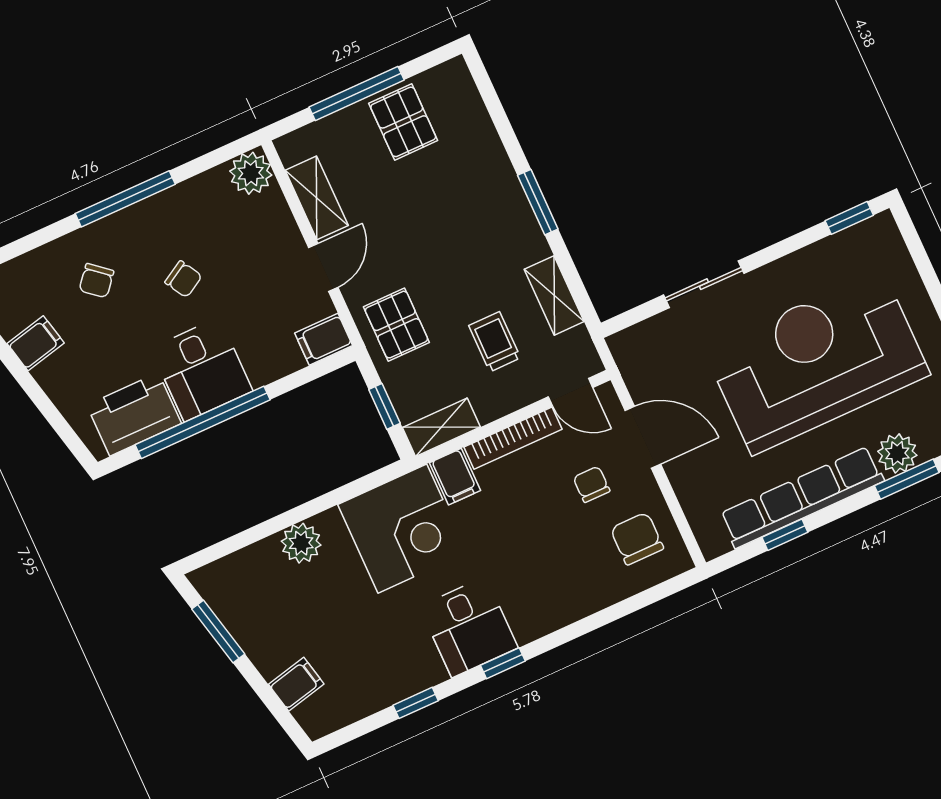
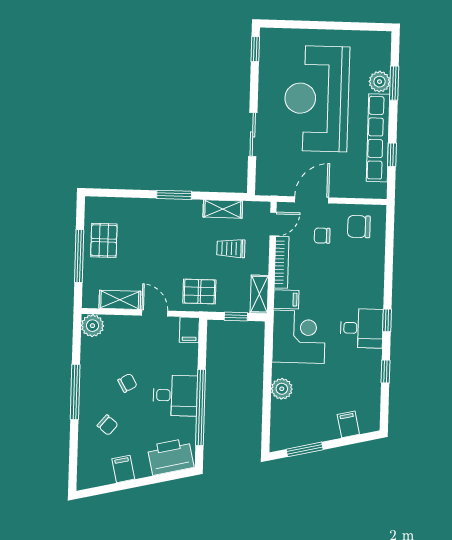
pallet: (403, 122) -> (104, 240), turned 90
printer: (134, 414) -> (171, 457), moved, turned 77

